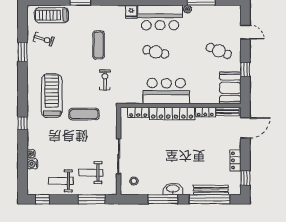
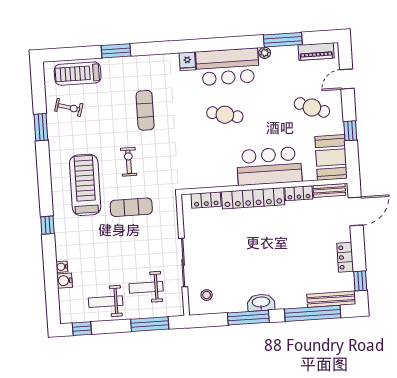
piano: (225, 11) -> (316, 52), added
door: (245, 32) -> (347, 79), swing flipped
exercise bike: (105, 80) -> (129, 162), moved
bar counter: (166, 91) -> (269, 166), moved
bench: (211, 190) -> (331, 299), moved

